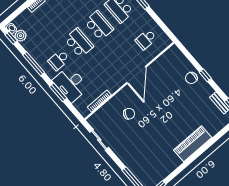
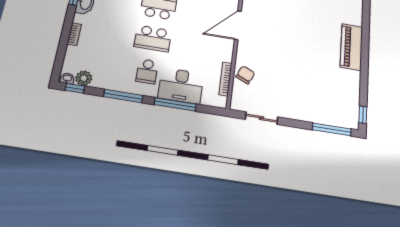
school desk: (79, 43) -> (153, 38), turned 180
door: (136, 75) -> (238, 25), swing flipped
window: (58, 92) -> (175, 104), width x1.44
chair: (129, 114) -> (245, 75), moved

